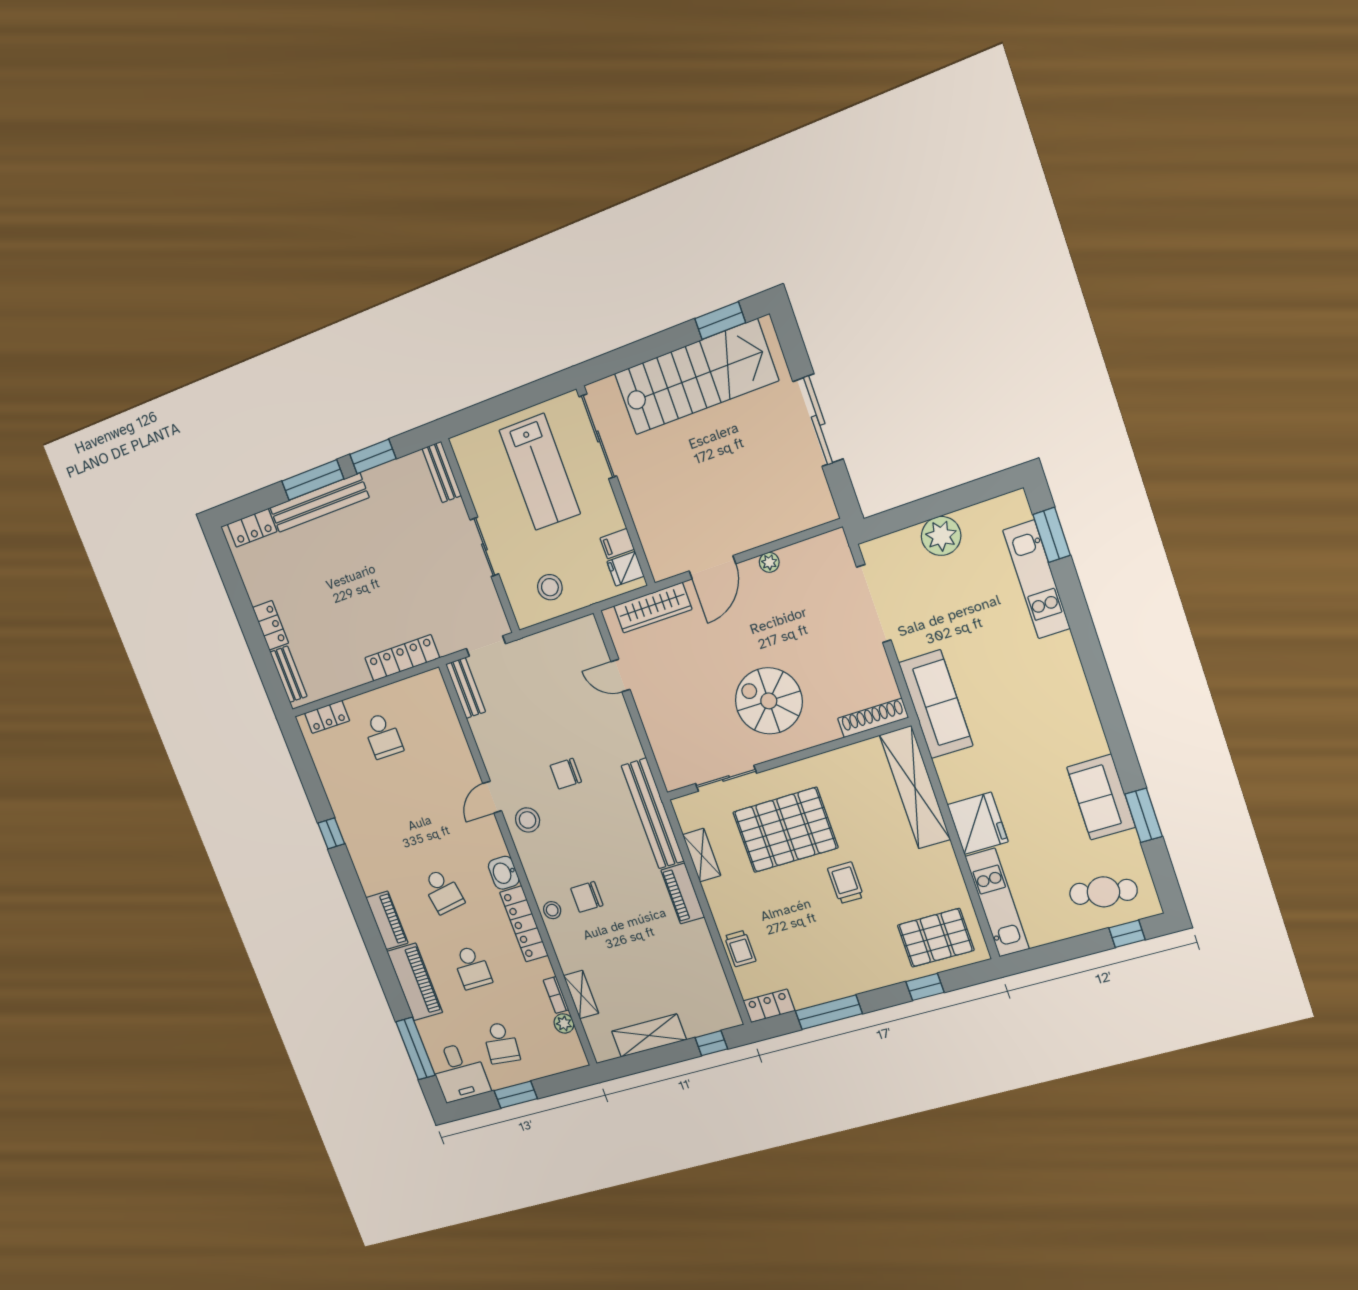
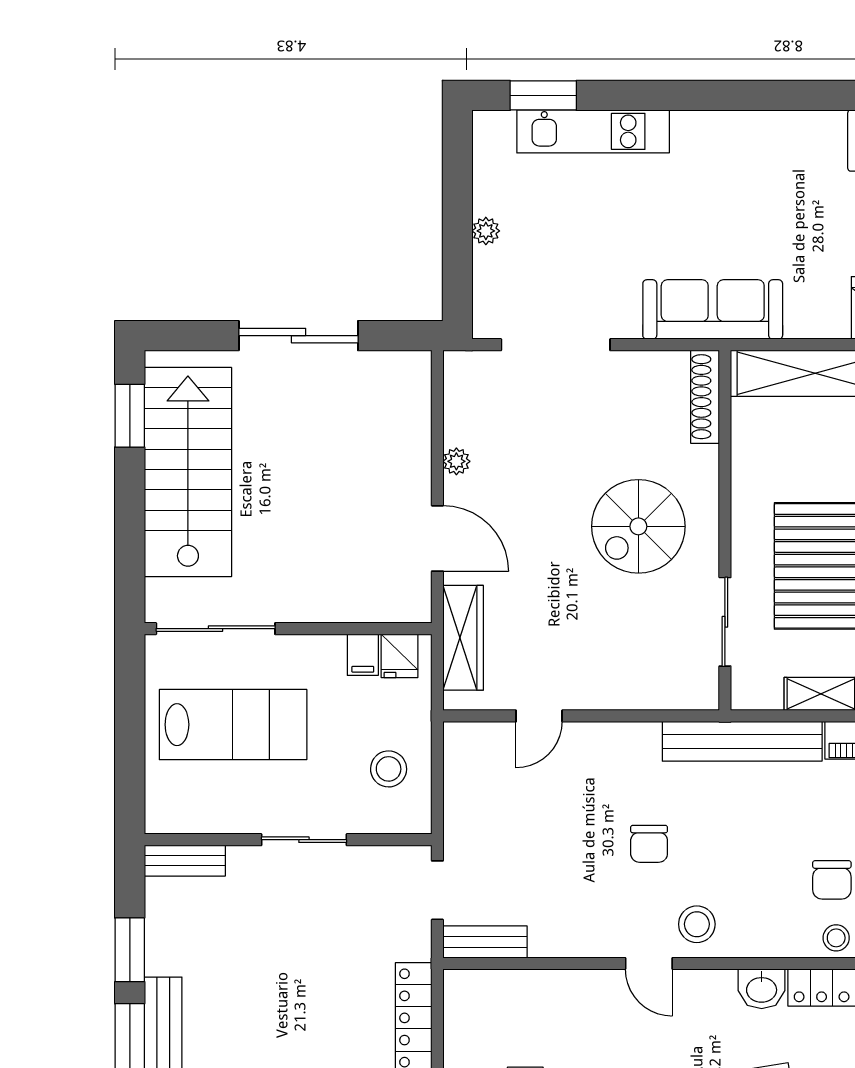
plant: (941, 536) -> (486, 231), width x0.53, depth x0.53

